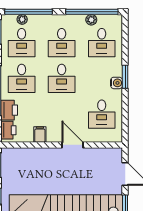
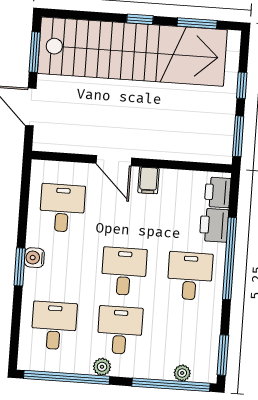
plant: (91, 20) -> (102, 367), moved
desk: (22, 43) -> (186, 335), removed
filing cabinet: (40, 134) -> (149, 180), moved

